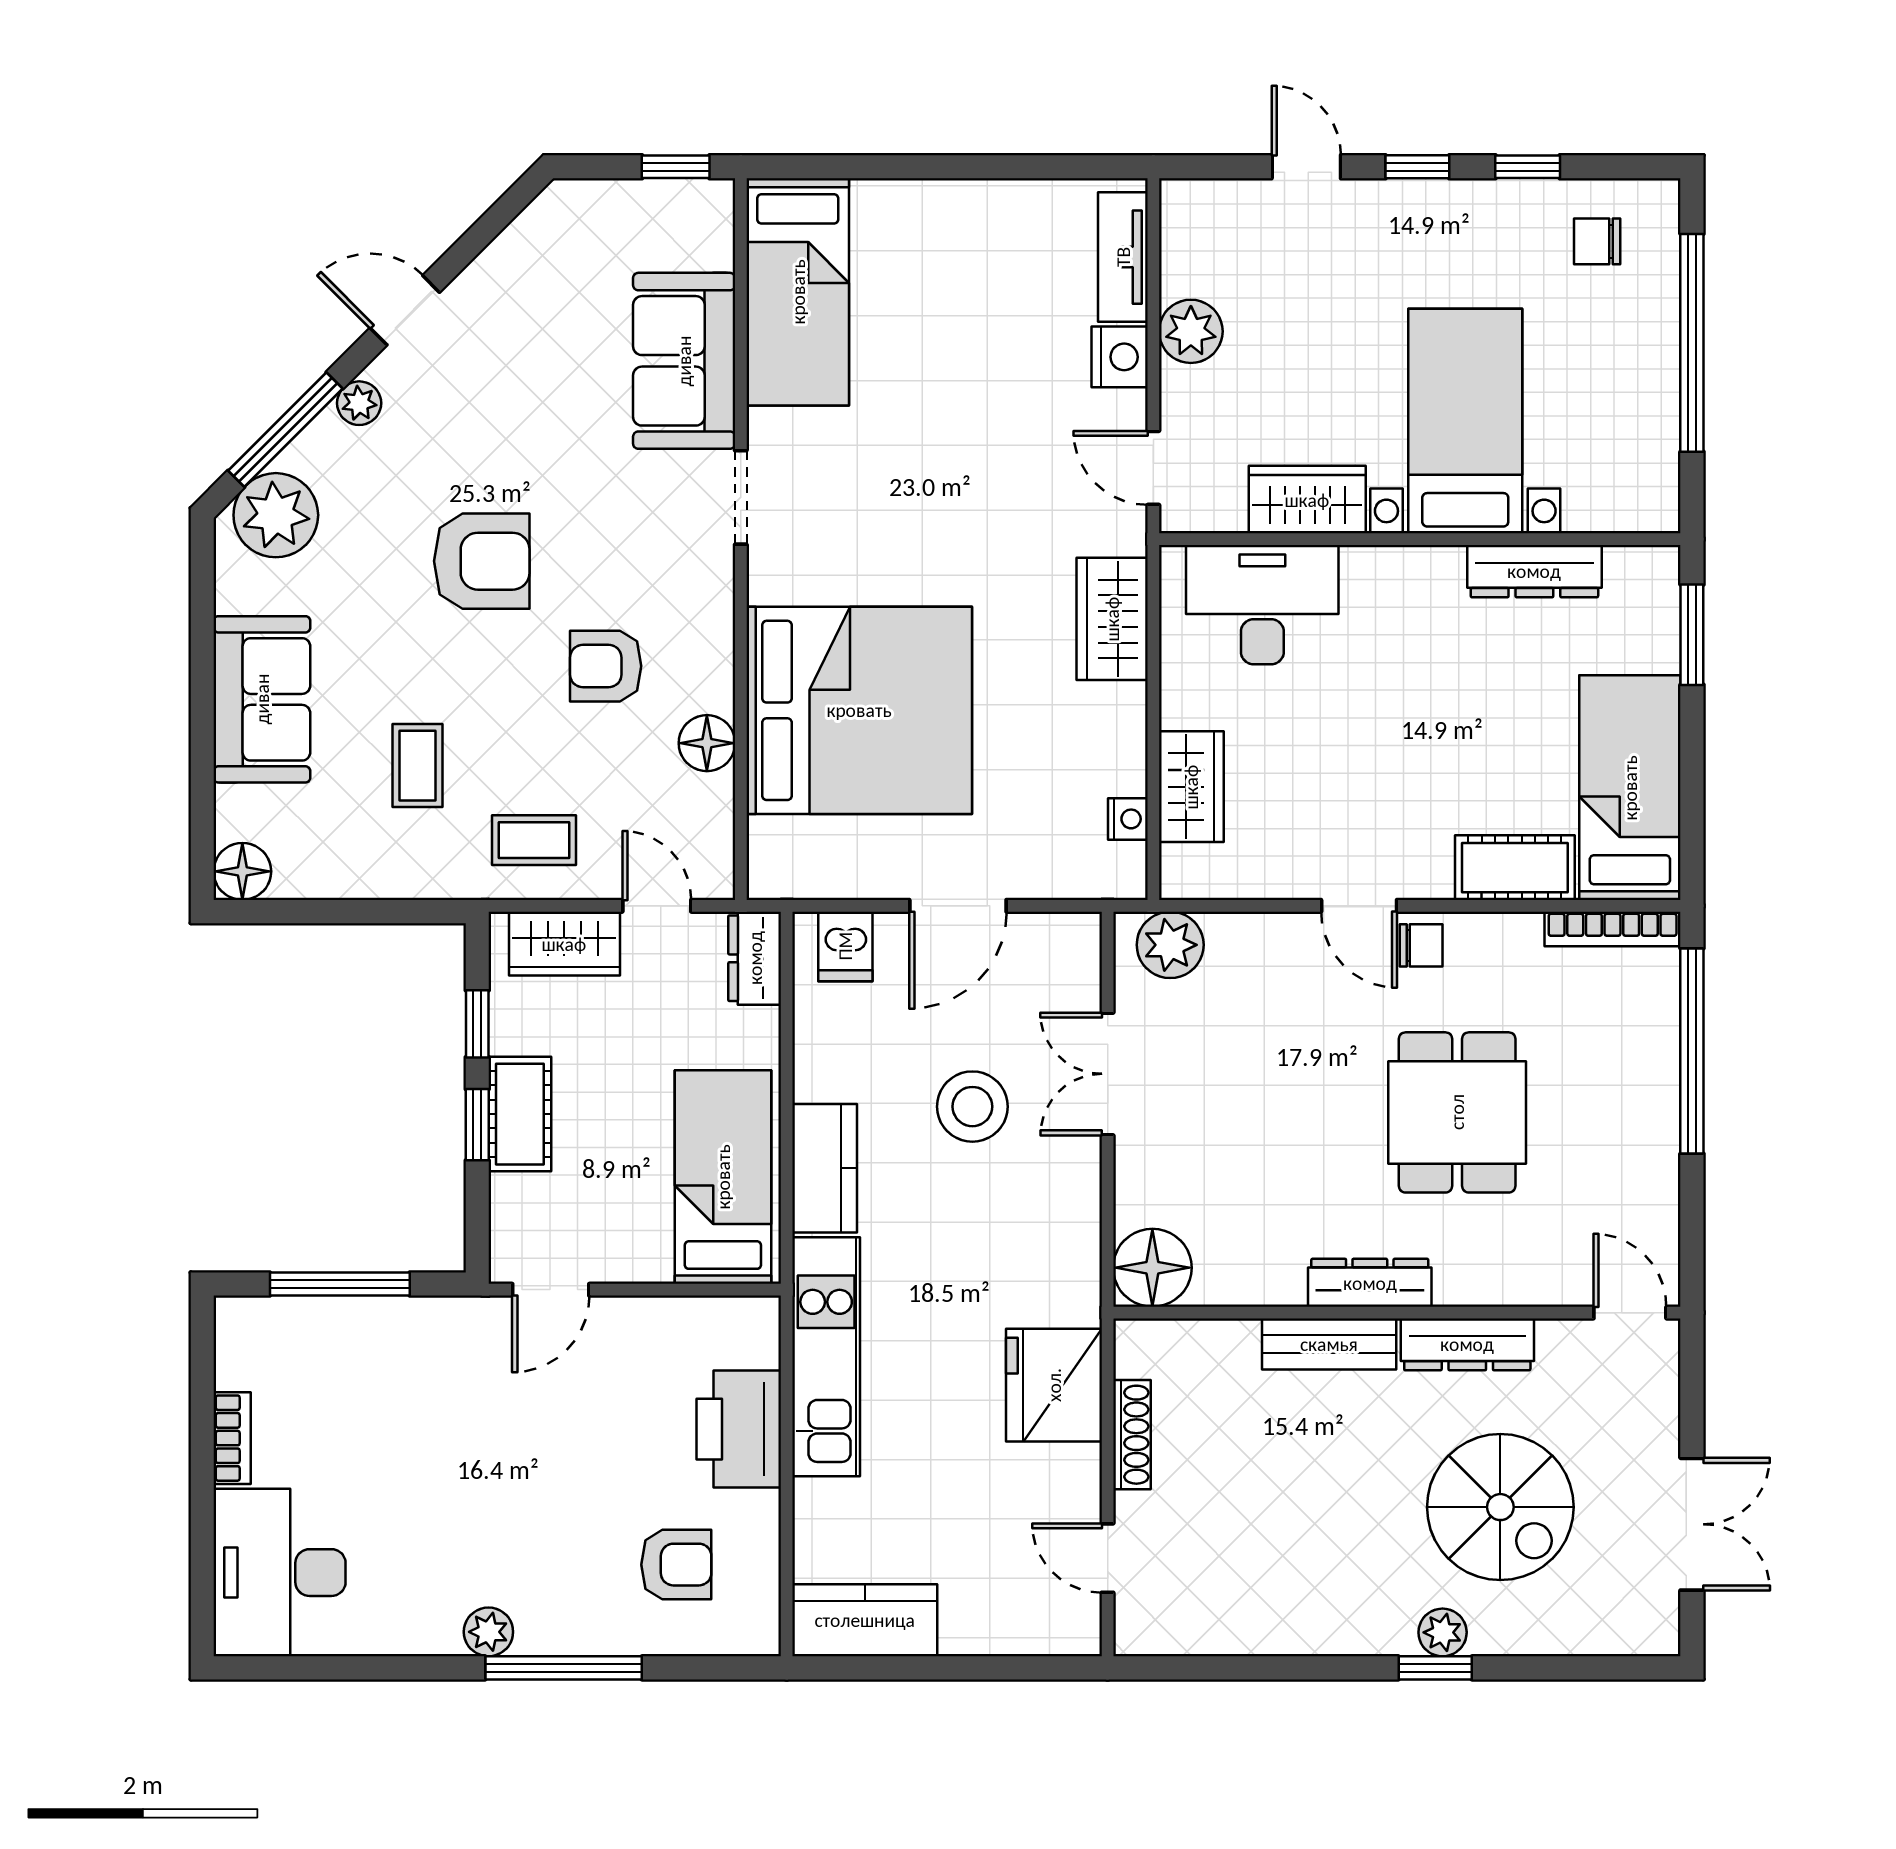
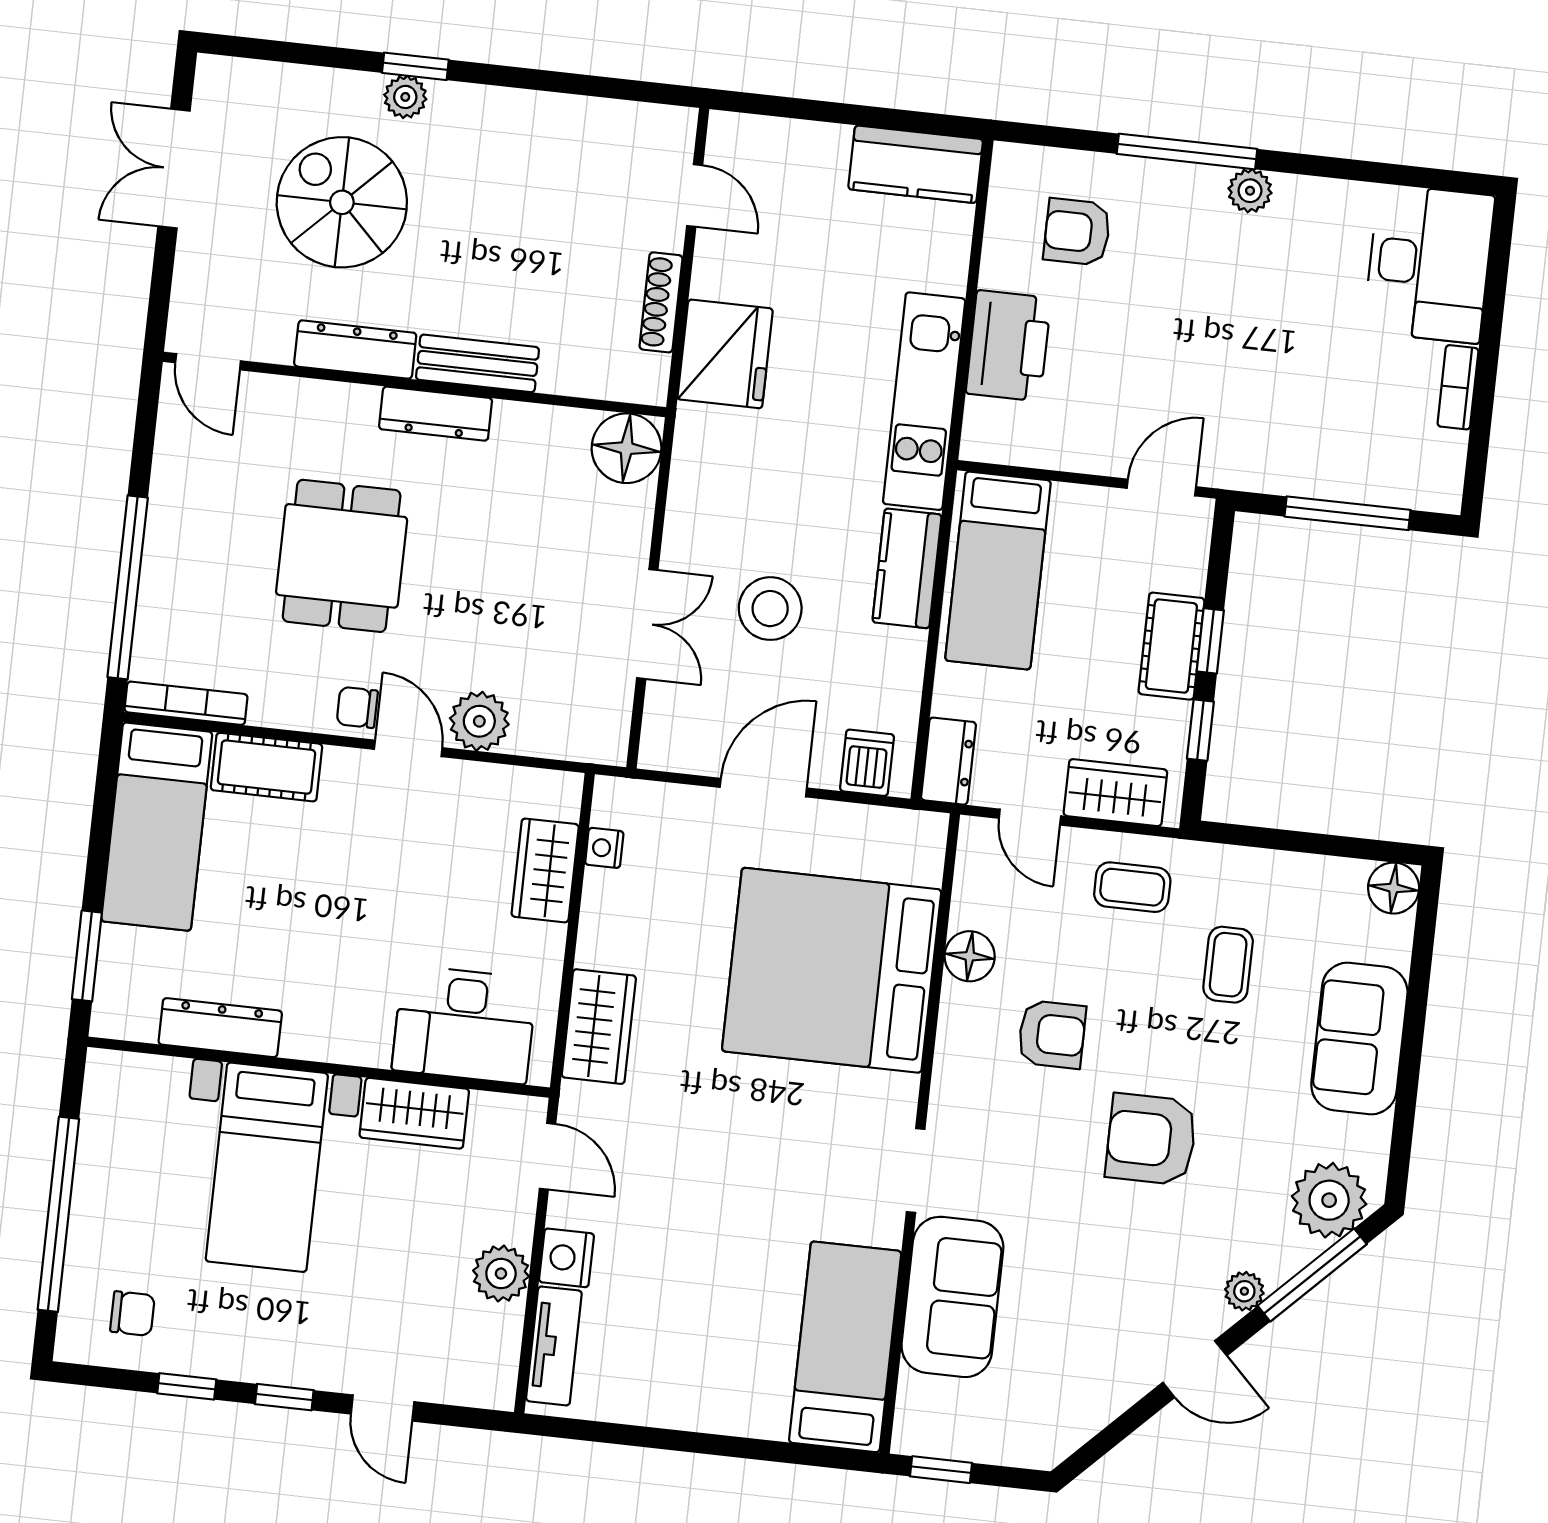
plant: (1170, 945) -> (479, 721), moved

